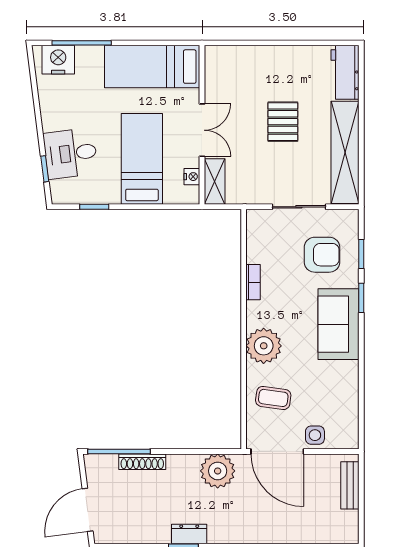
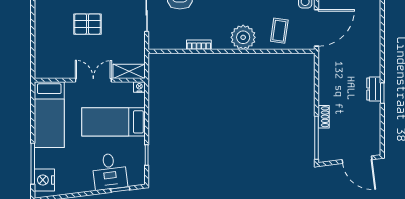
nightstand: (192, 177) -> (139, 87), moved
shoe rack: (142, 462) -> (324, 117), width x0.70
plant: (218, 471) -> (330, 69), removed

